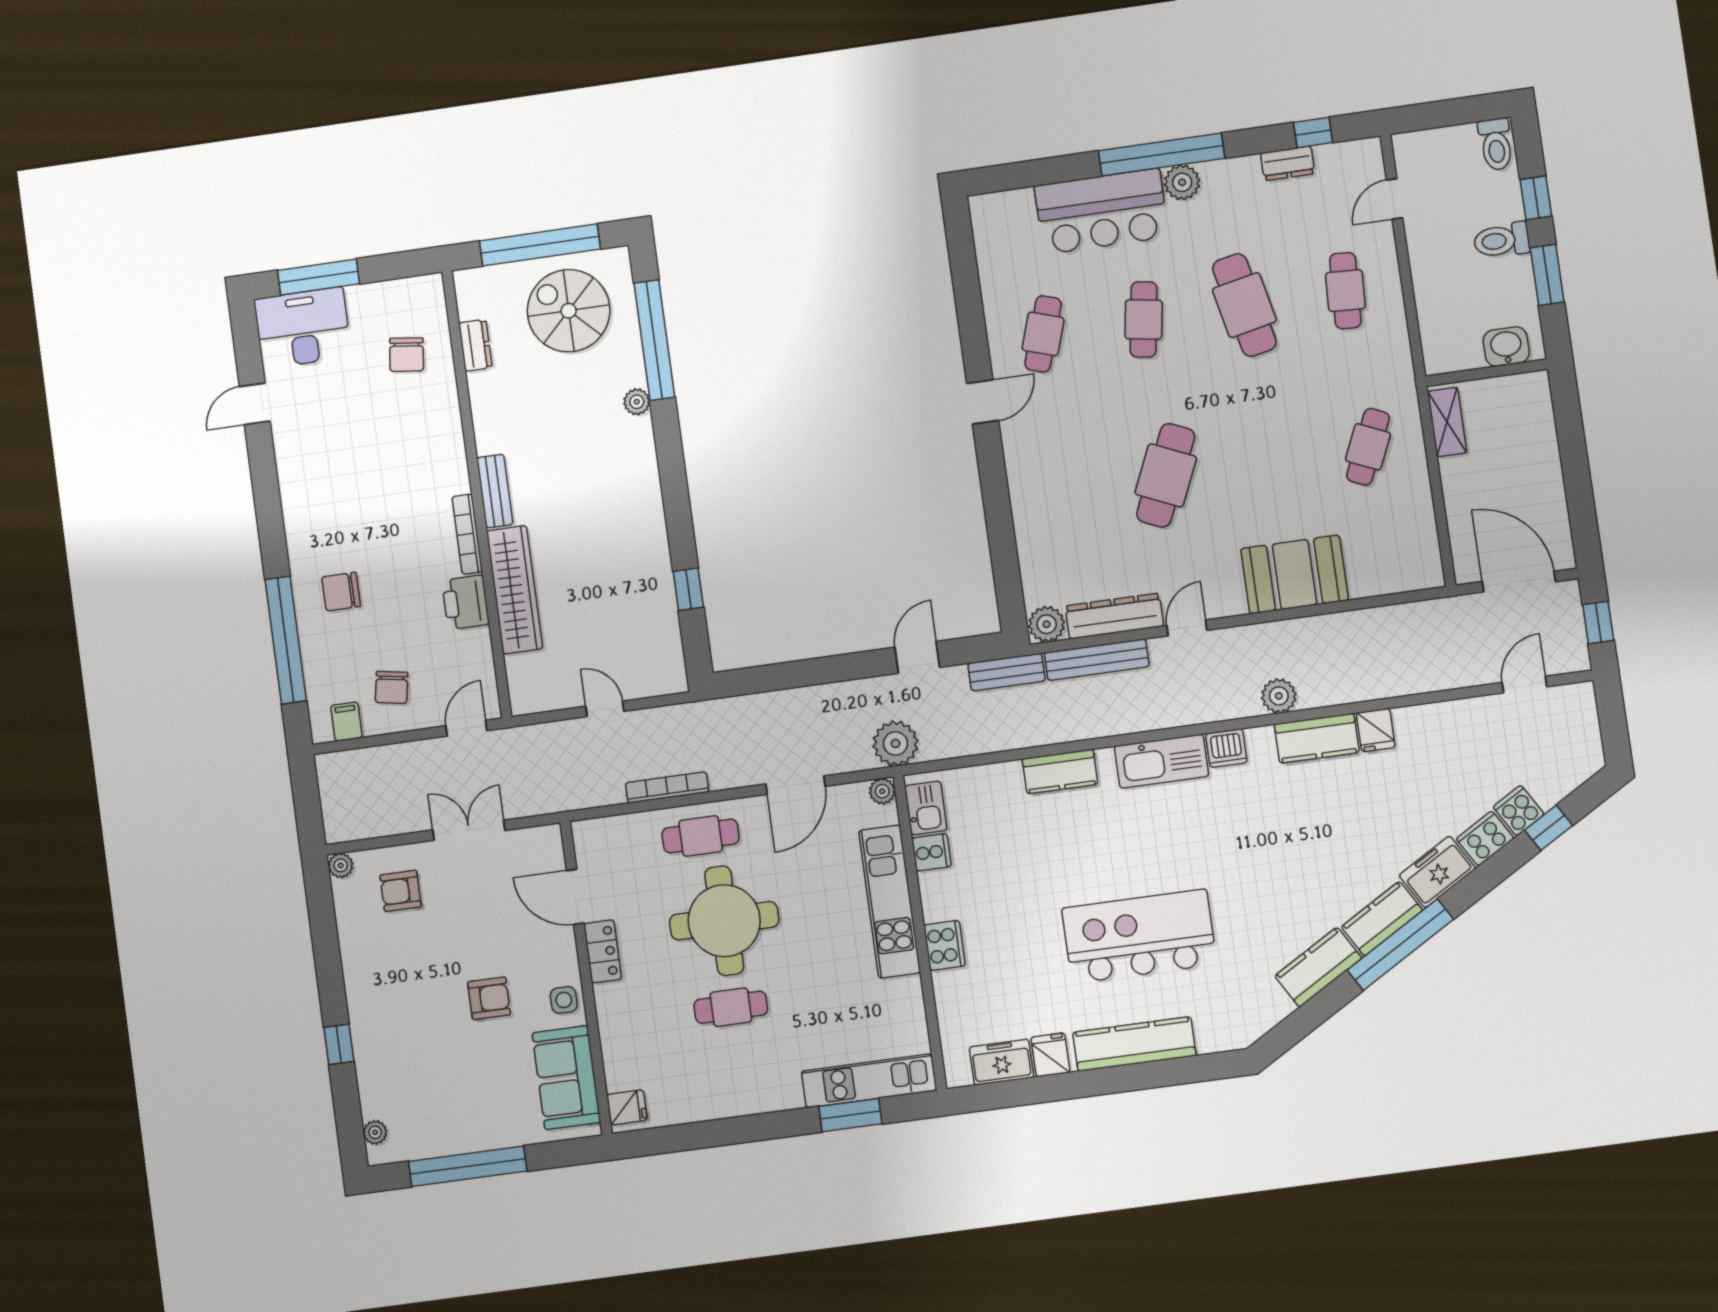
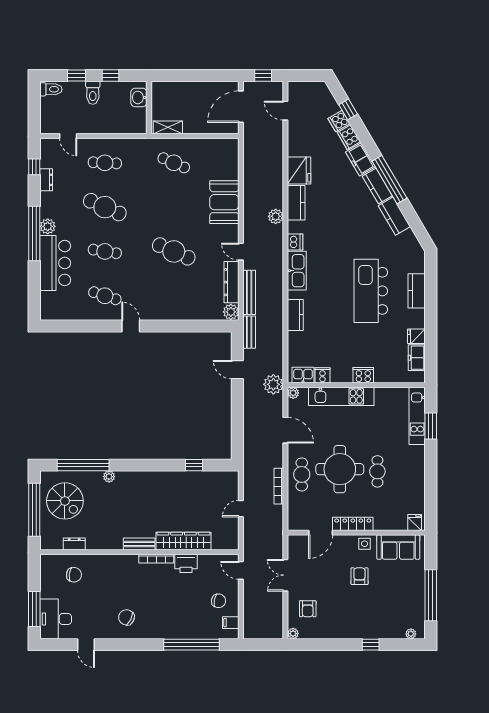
window: (1547, 275) -> (111, 76), width x0.67
cafe table: (1244, 305) -> (105, 207), turned 36
spiral stairs: (569, 311) -> (65, 501), turned -90
chair: (341, 592) -> (126, 617), moved, turned 116
fridge: (1376, 730) -> (299, 171), width x1.88, depth x1.34
locker: (603, 951) -> (353, 524), width x1.53
kitchen counter: (1134, 1044) -> (417, 291), width x0.67

